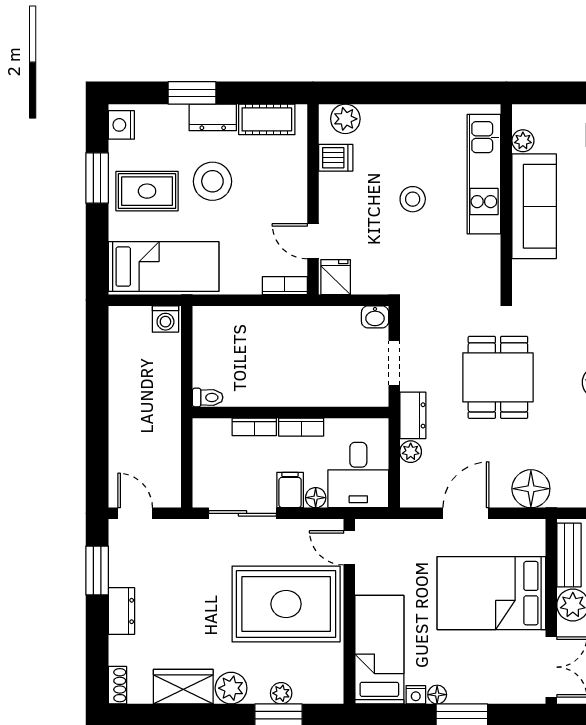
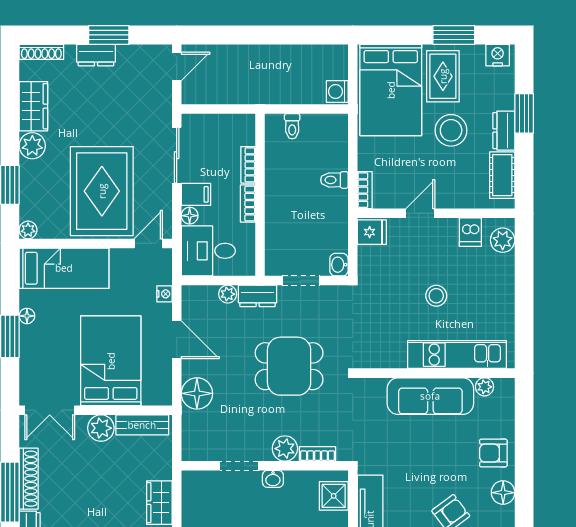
door: (313, 241) -> (420, 213), moved
bed: (164, 267) -> (391, 90), width x1.50
toilet: (273, 322) -> (334, 180), added
toilet: (208, 397) -> (292, 126), moved
window: (97, 571) -> (109, 35), moved
shoe rack: (117, 685) -> (41, 52), width x1.43
plant: (281, 693) -> (28, 230), moved
nightstand: (416, 695) -> (164, 294), moved, turned 180

